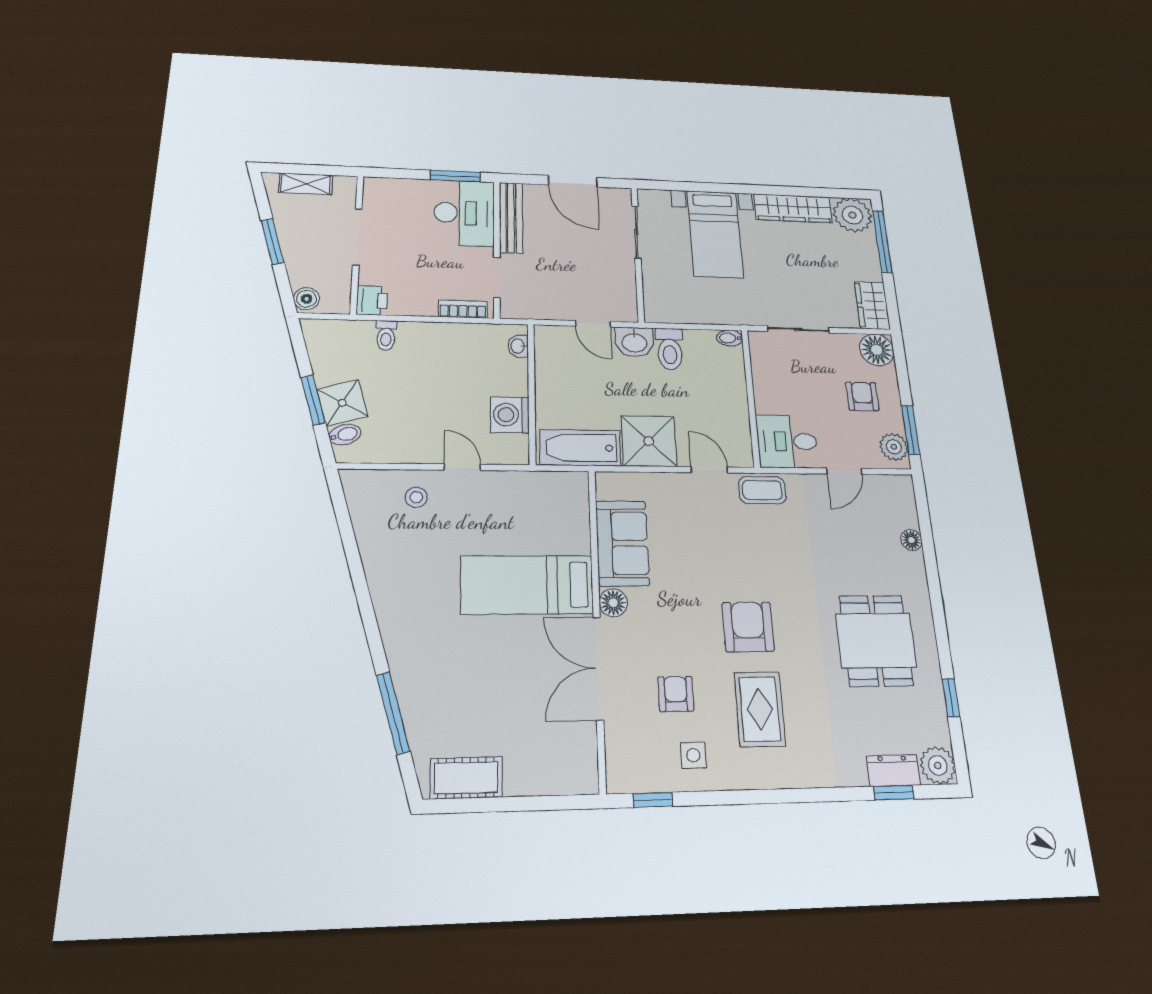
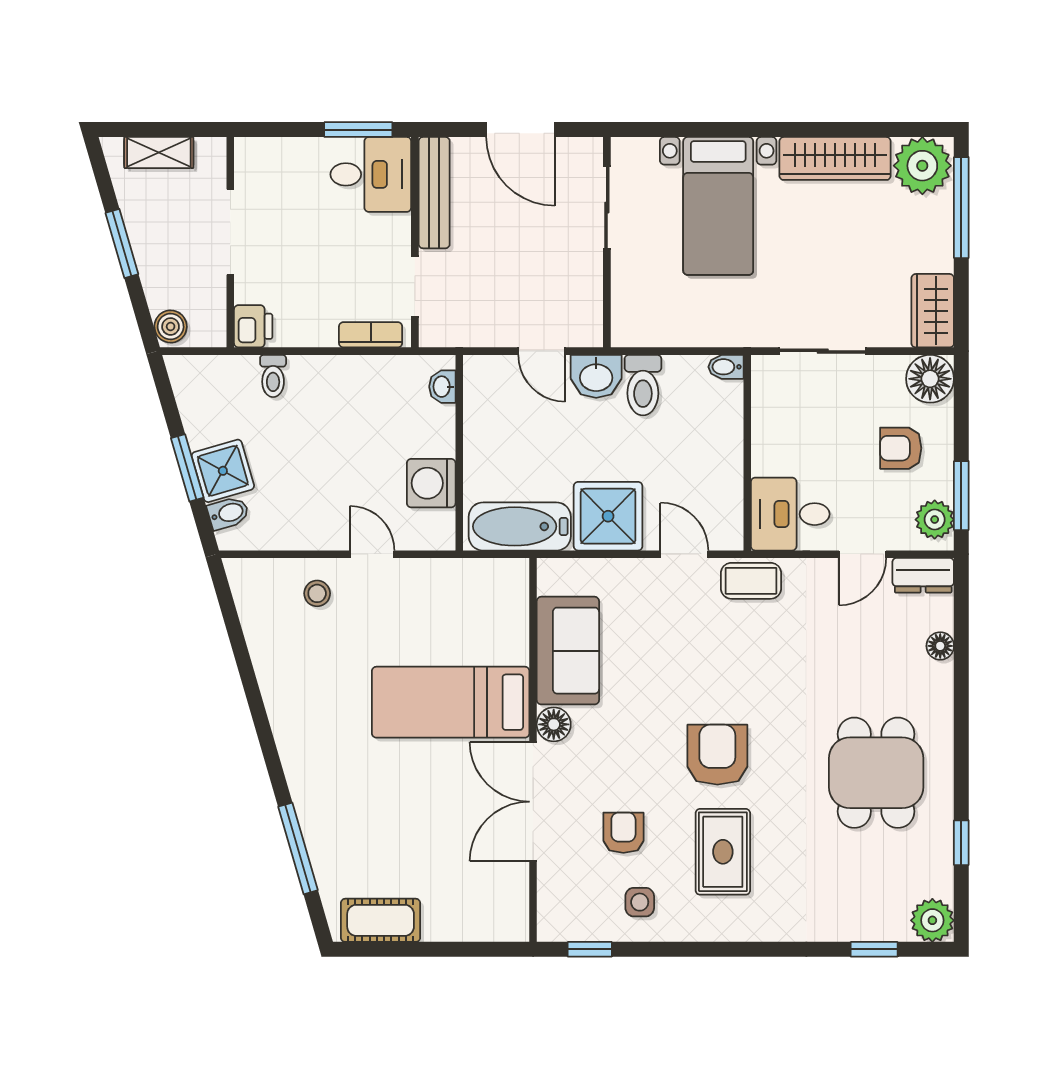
desk: (464, 213) -> (371, 174), width x0.73
armchair: (862, 396) -> (901, 448), turned -90
dresser: (893, 770) -> (923, 575), moved, turned 180

